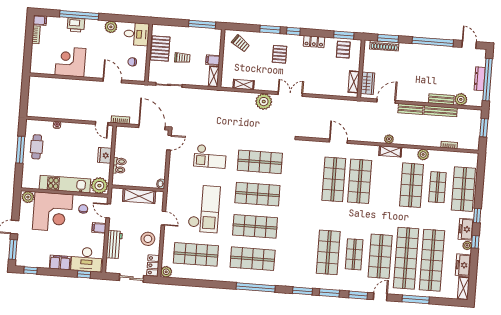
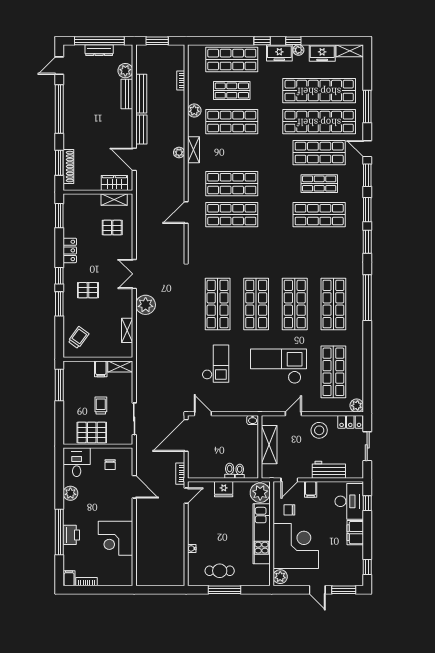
pallet: (343, 50) -> (112, 228), moved
door: (112, 81) -> (134, 487), swing flipped

